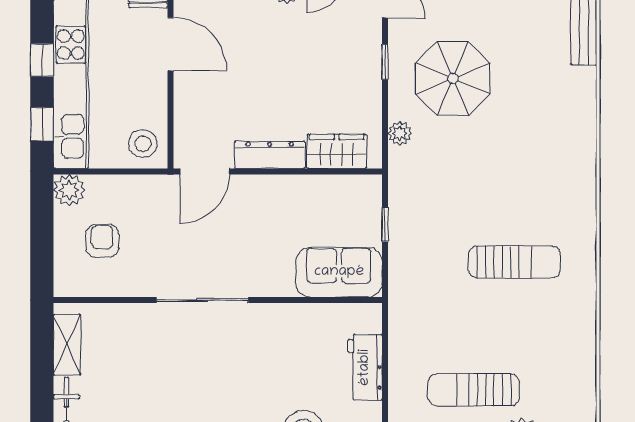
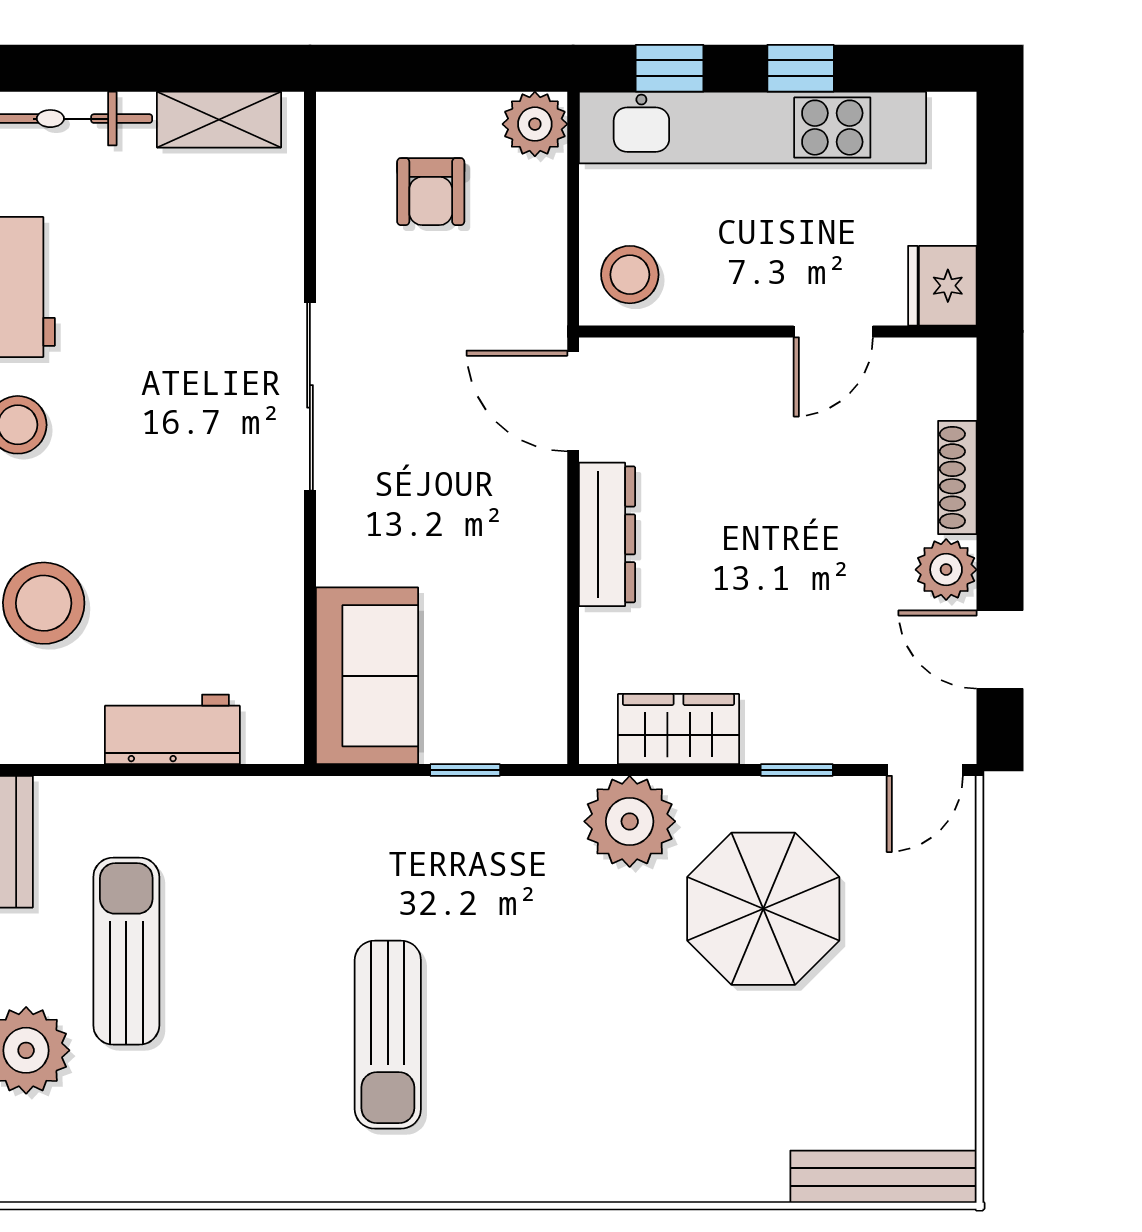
door: (171, 44) -> (833, 331), width x0.73
plant: (400, 133) -> (630, 821), width x1.88, depth x1.88
wardrobe: (337, 151) -> (678, 729), moved, turned -90
armchair: (102, 241) -> (431, 192), turned 90

